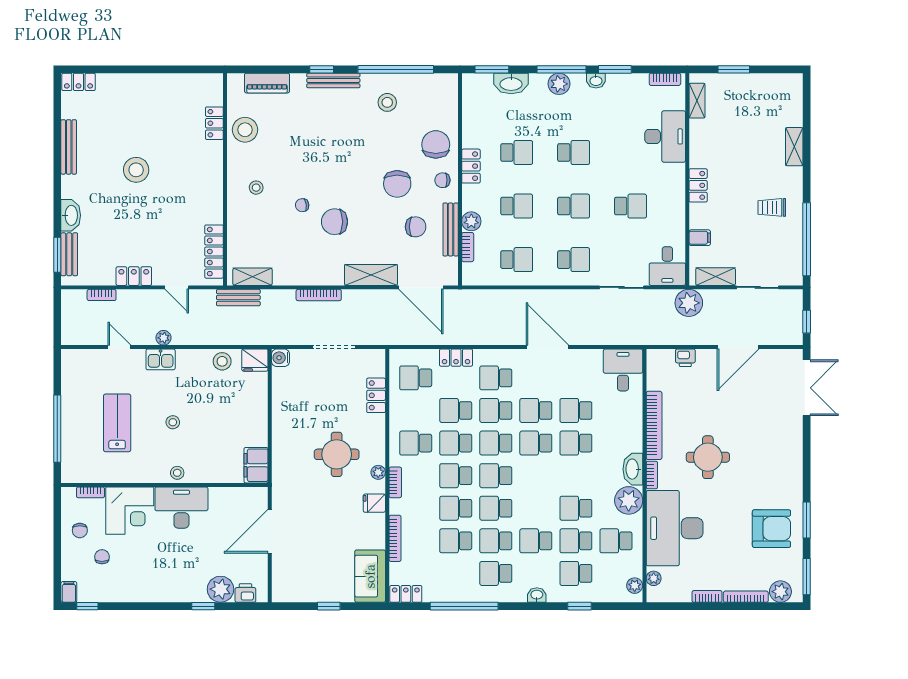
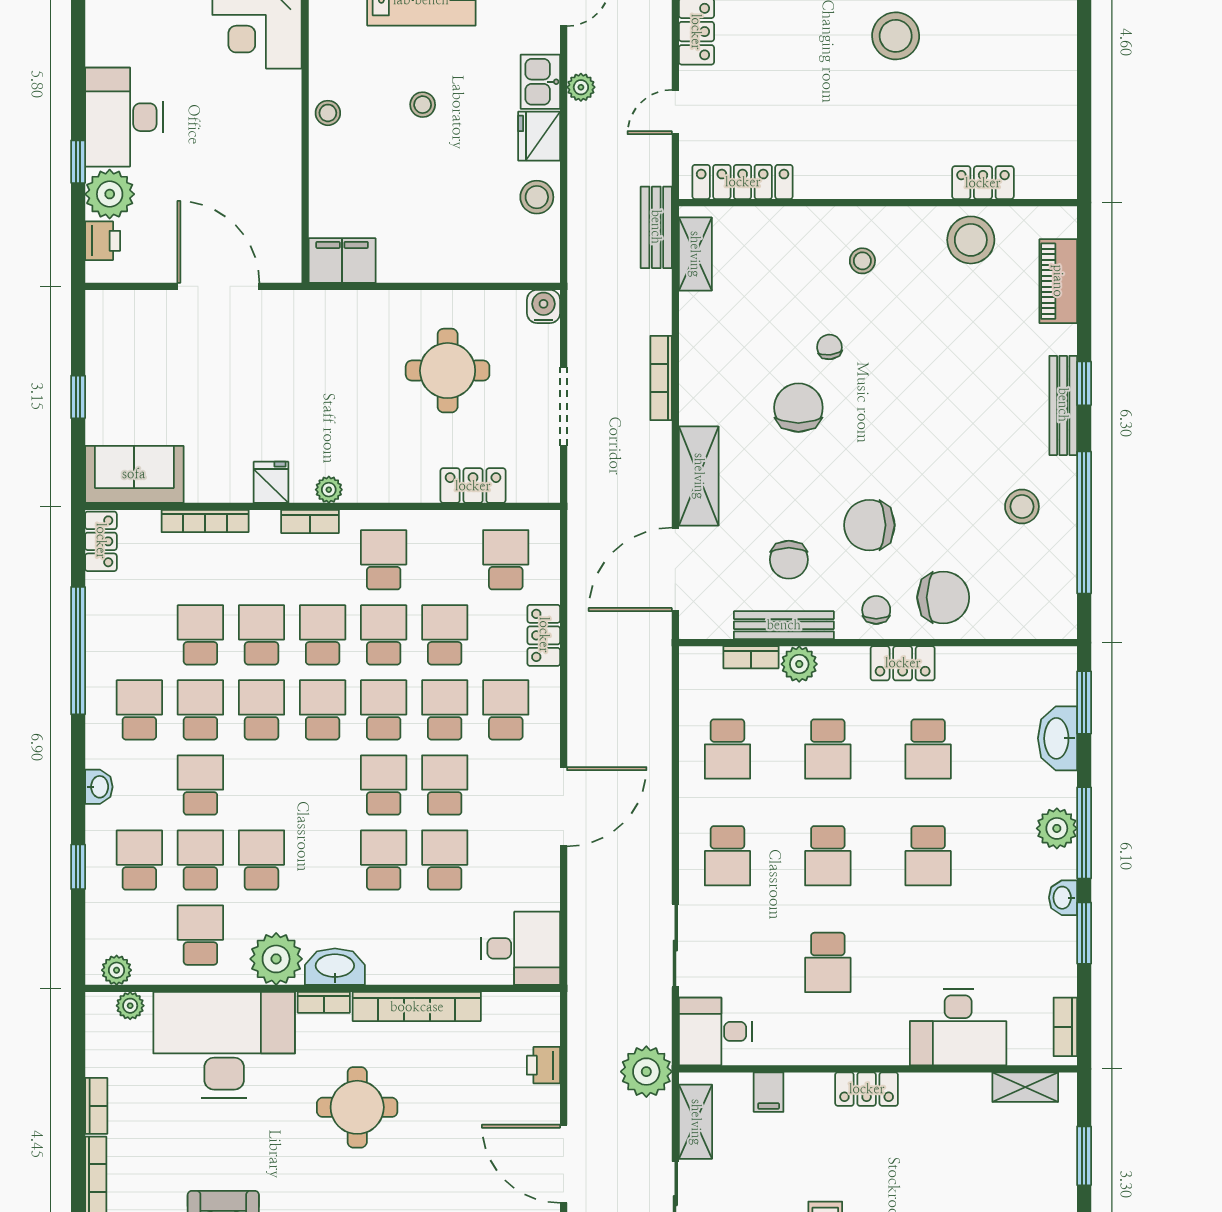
fridge: (255, 360) -> (539, 136), moved
round table: (337, 454) -> (448, 371), moved
desk: (181, 508) -> (124, 117), moved, turned 180

